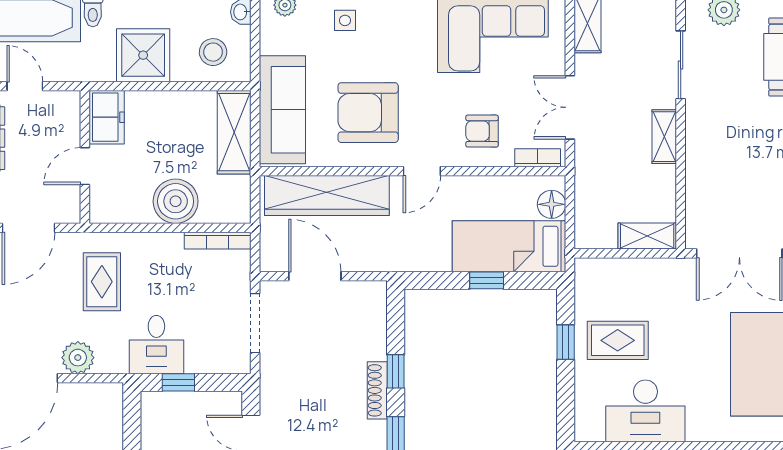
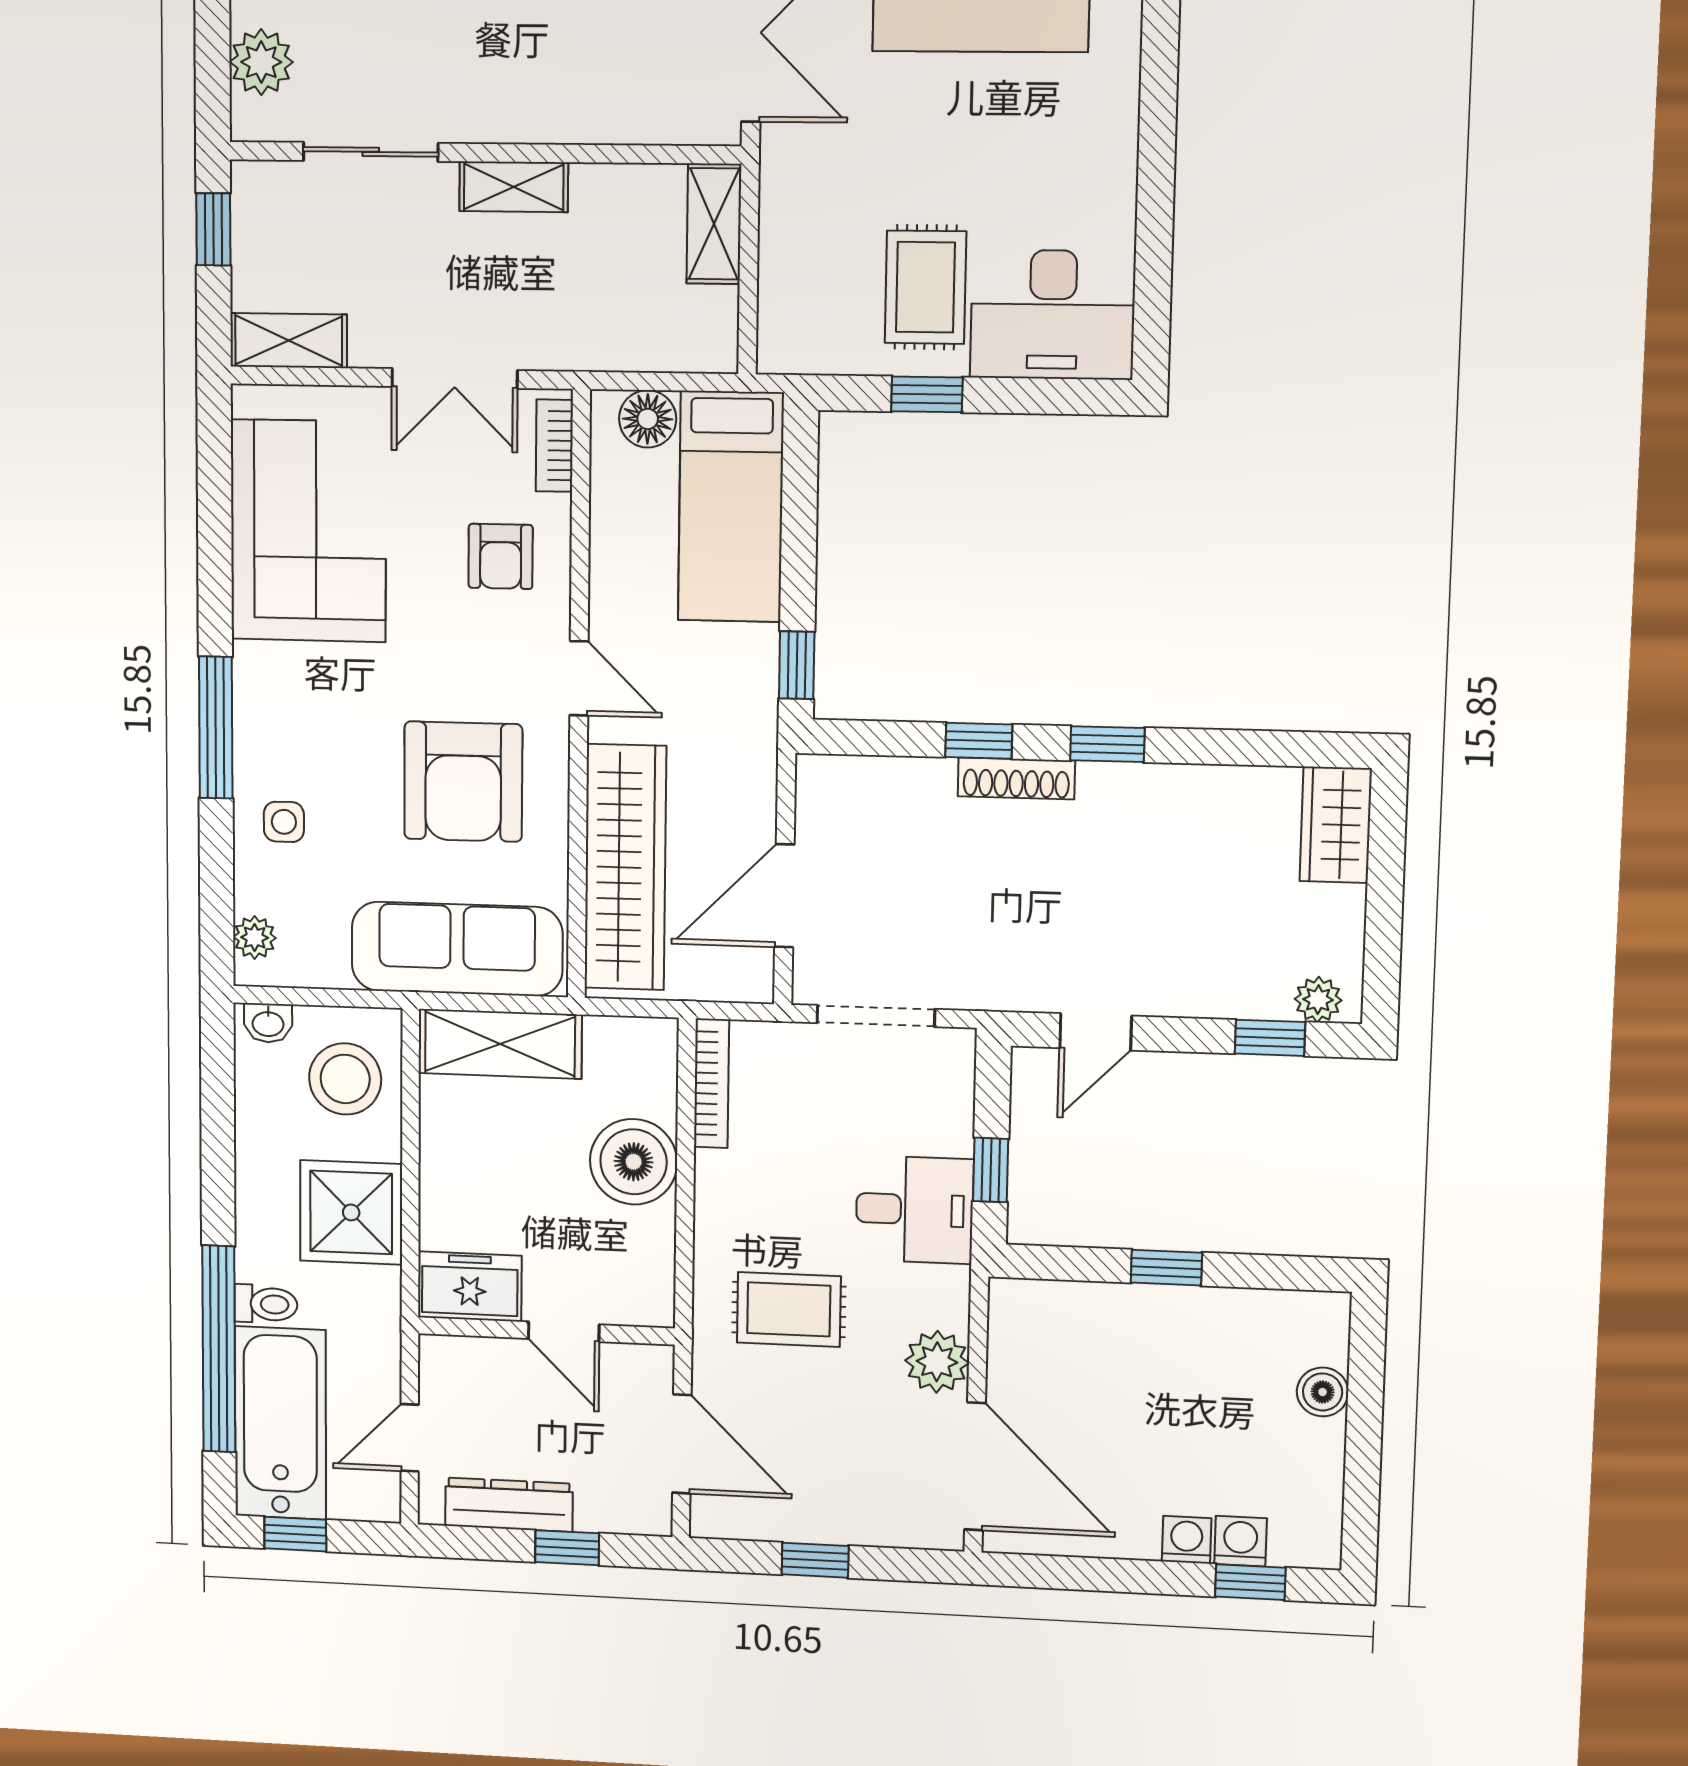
stool: (213, 52) -> (345, 1079), width x1.38, depth x1.38
window: (487, 280) -> (797, 665), moved
desk: (645, 411) -> (1053, 315), moved, turned 90

